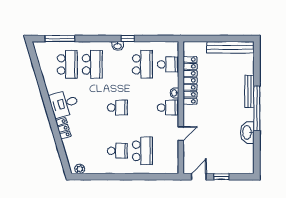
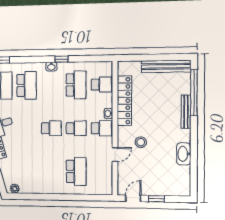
window: (257, 108) -> (194, 93), moved
stool: (206, 121) -> (141, 142), added
school desk: (117, 151) -> (76, 128), moved

